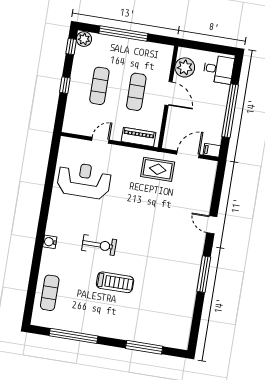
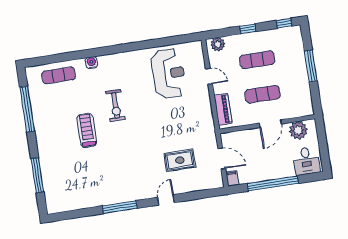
window: (123, 33) -> (311, 66), width x0.68
plant: (84, 39) -> (218, 44), moved
rug: (158, 169) -> (180, 160), moved, turned 90
water cooler: (50, 242) -> (91, 63), moved
treadmill: (115, 282) -> (87, 130), turned 180

